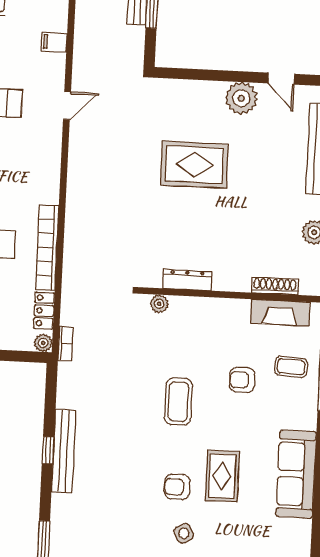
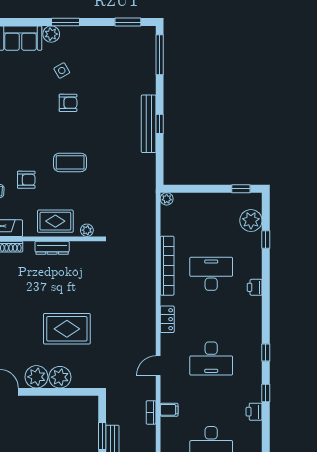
plant: (208, 96) -> (60, 377), added
dresser: (187, 280) -> (52, 248), moved
locker: (44, 311) -> (167, 319), moved
bookcase: (65, 344) -> (151, 412), moved
coffee table: (178, 402) -> (70, 162), turned 90
rug: (222, 476) -> (55, 221), moved, turned 90

